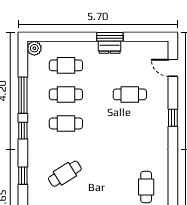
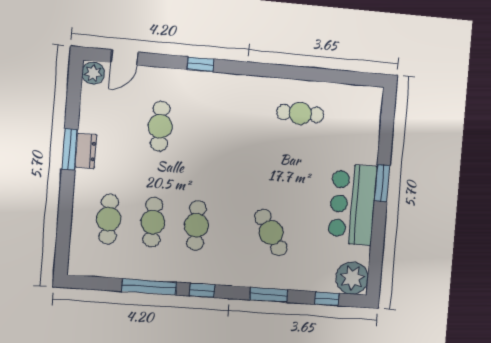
plant: (34, 48) -> (93, 73), moved
window: (23, 176) -> (269, 295), width x1.50

